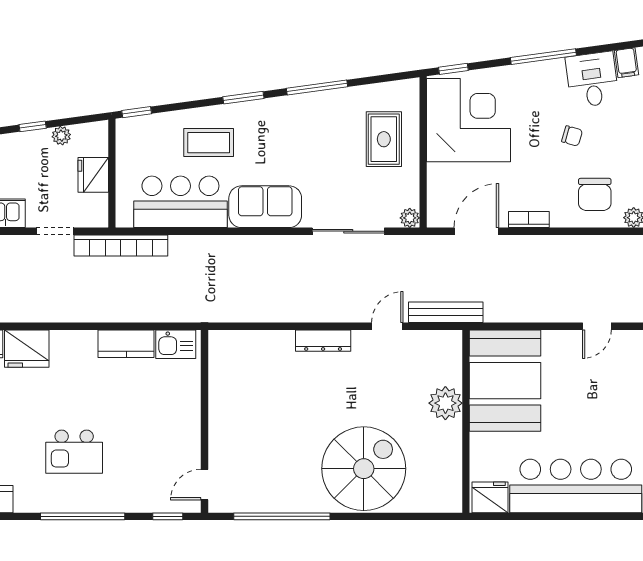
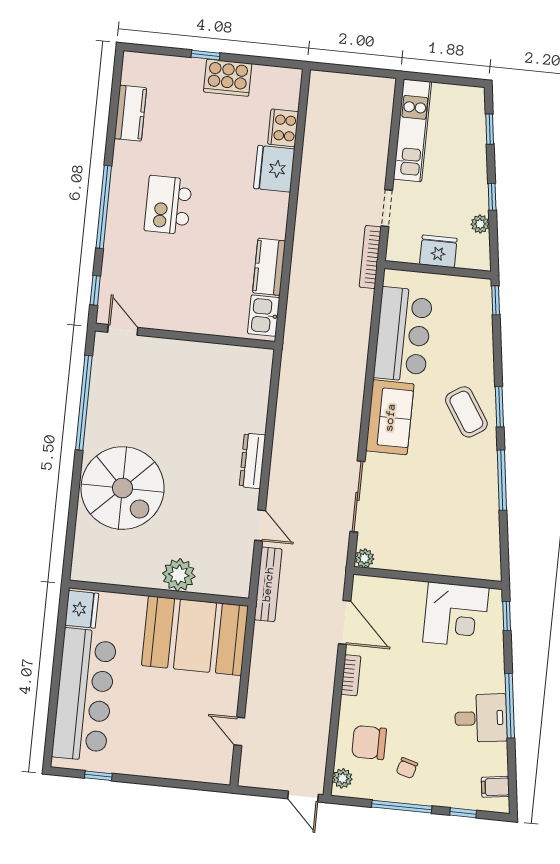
desk: (592, 80) -> (481, 718), moved
corner desk: (468, 120) -> (456, 615), width x0.74, depth x0.74
chair: (572, 136) -> (407, 768), moved
rug: (384, 139) -> (444, 541), removed
coffee table: (209, 143) -> (466, 412), moved, turned -33
bookcase: (121, 245) -> (370, 257), width x0.68, depth x0.76

